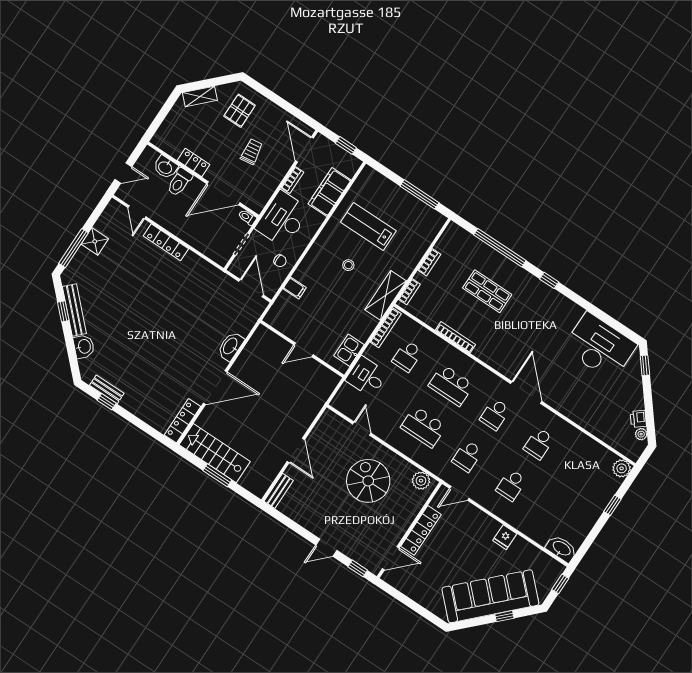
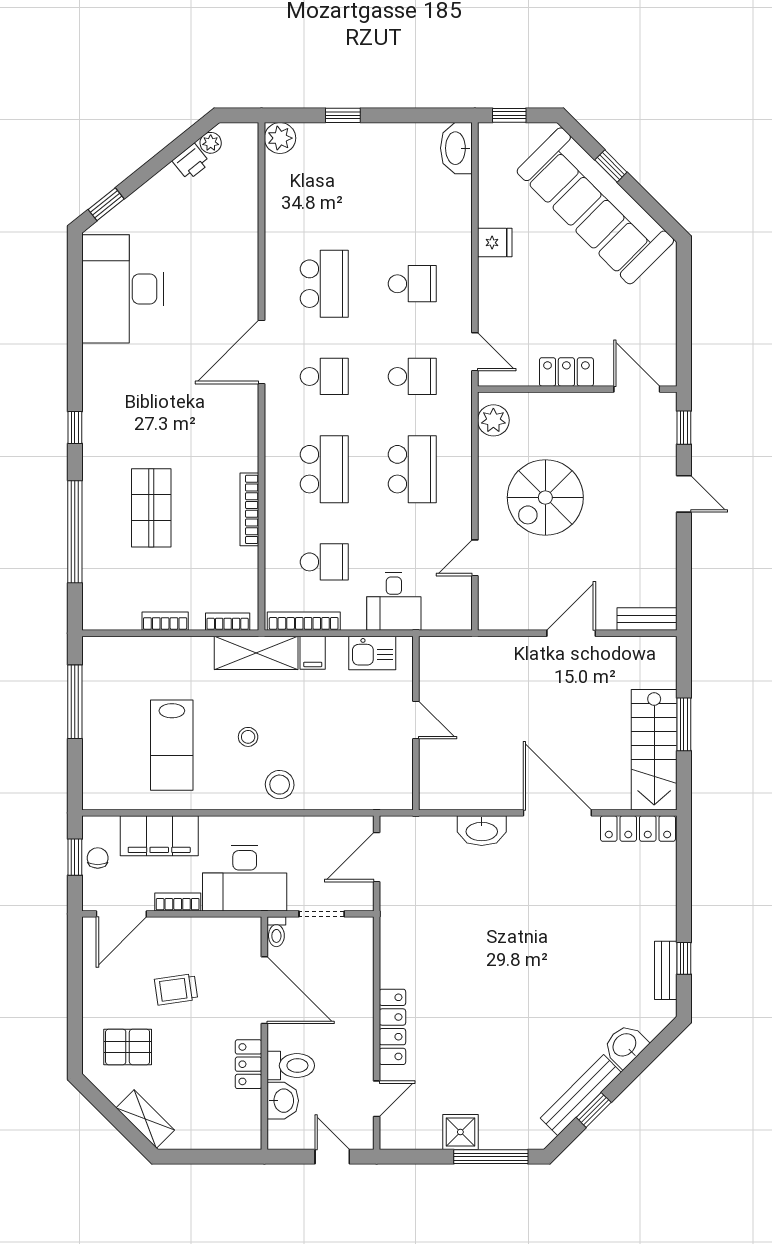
chair: (280, 261) -> (98, 858), moved
stool: (316, 265) -> (280, 785), added
filing cabinet: (295, 288) -> (313, 653), moved, turned 180
school desk: (539, 444) -> (324, 284), width x1.85
locker: (421, 530) -> (566, 372), width x0.66

